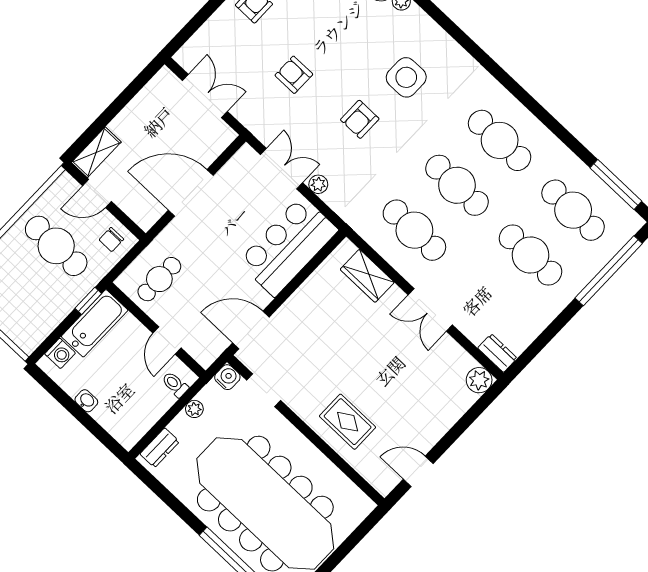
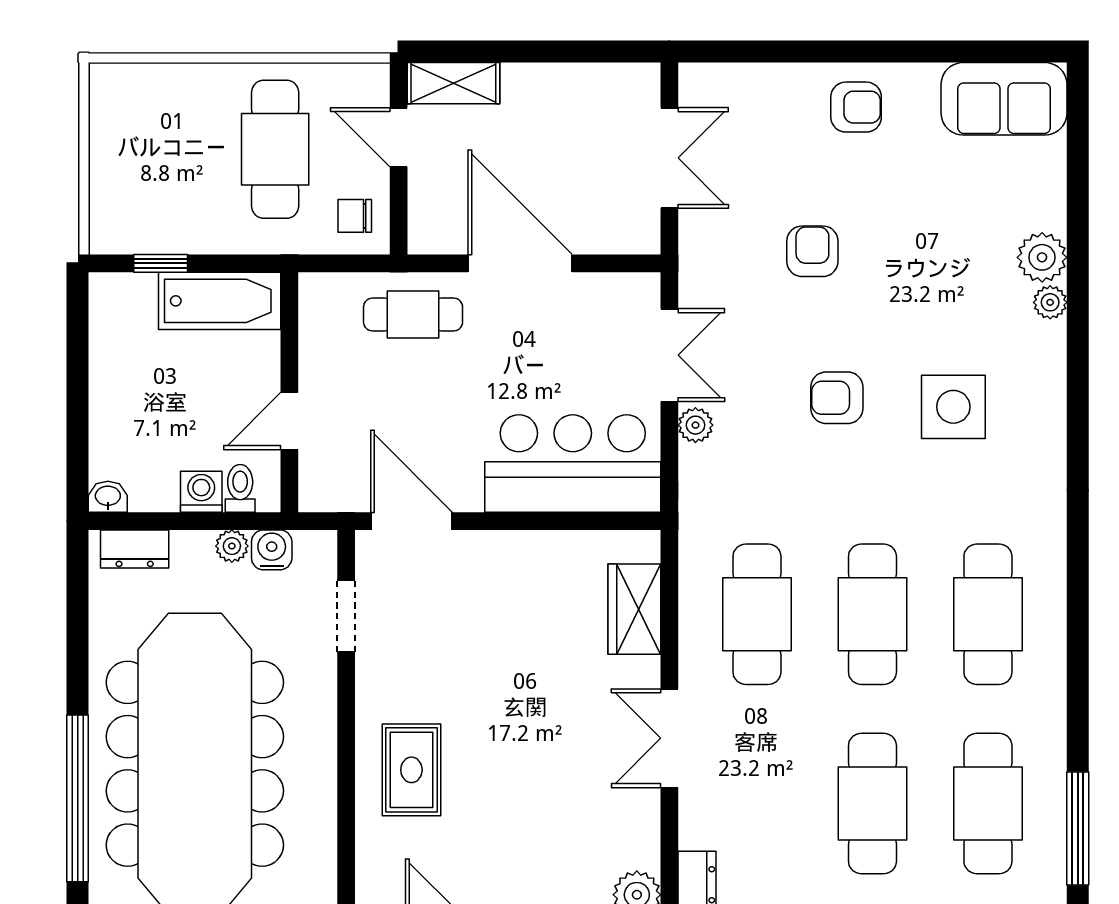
cafe table: (159, 279) -> (413, 314), moved
window: (88, 301) -> (161, 263), moved
washing machine: (60, 353) -> (201, 492), moved, turned 180
water cooler: (227, 377) -> (272, 550), moved, turned -90
washbasin: (86, 401) -> (108, 497), moved, turned -90

